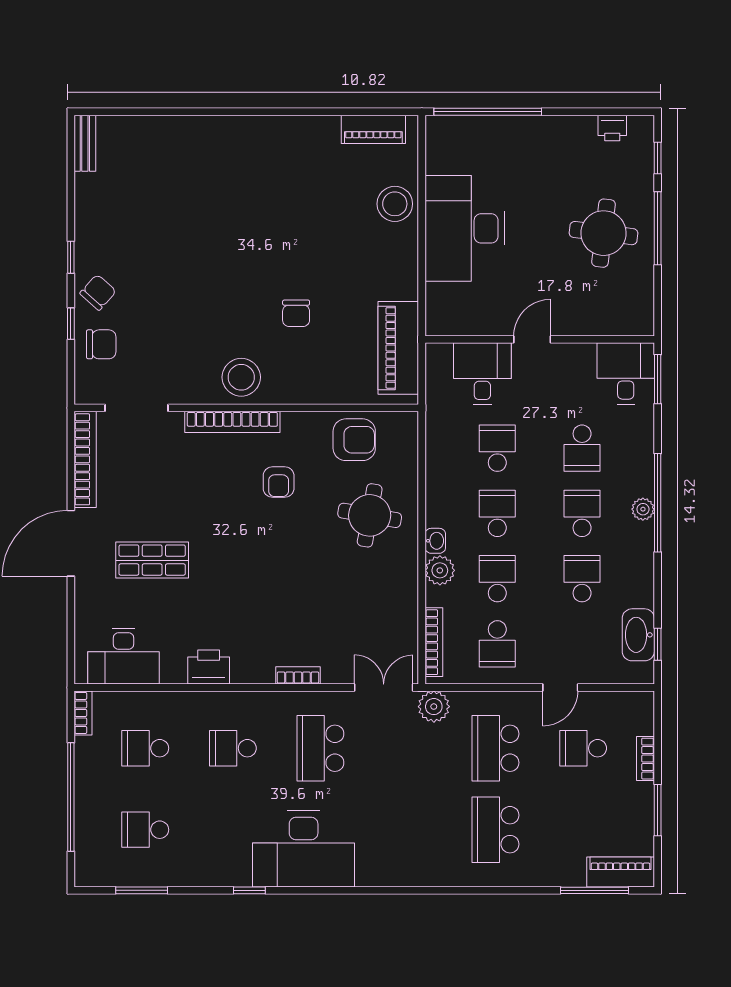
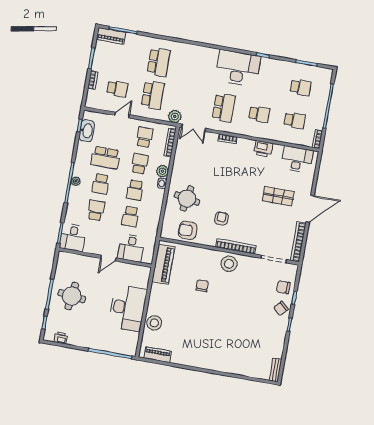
school desk: (497, 579) -> (140, 164), turned 180
school desk: (582, 579) -> (105, 158), width x1.85

